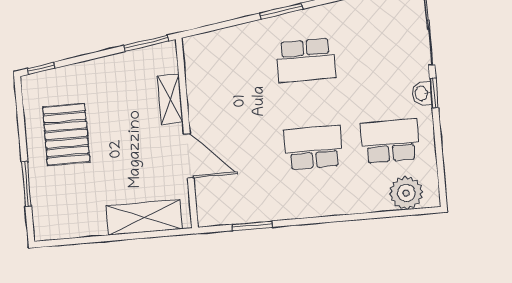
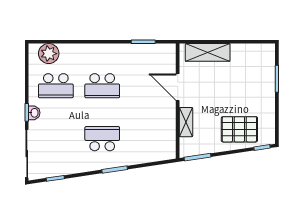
pallet: (66, 135) -> (239, 129), moved, turned 90

